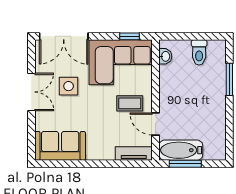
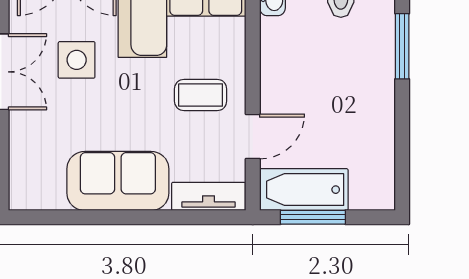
door: (156, 124) -> (253, 137), swing flipped
sofa: (60, 146) -> (118, 181), moved

